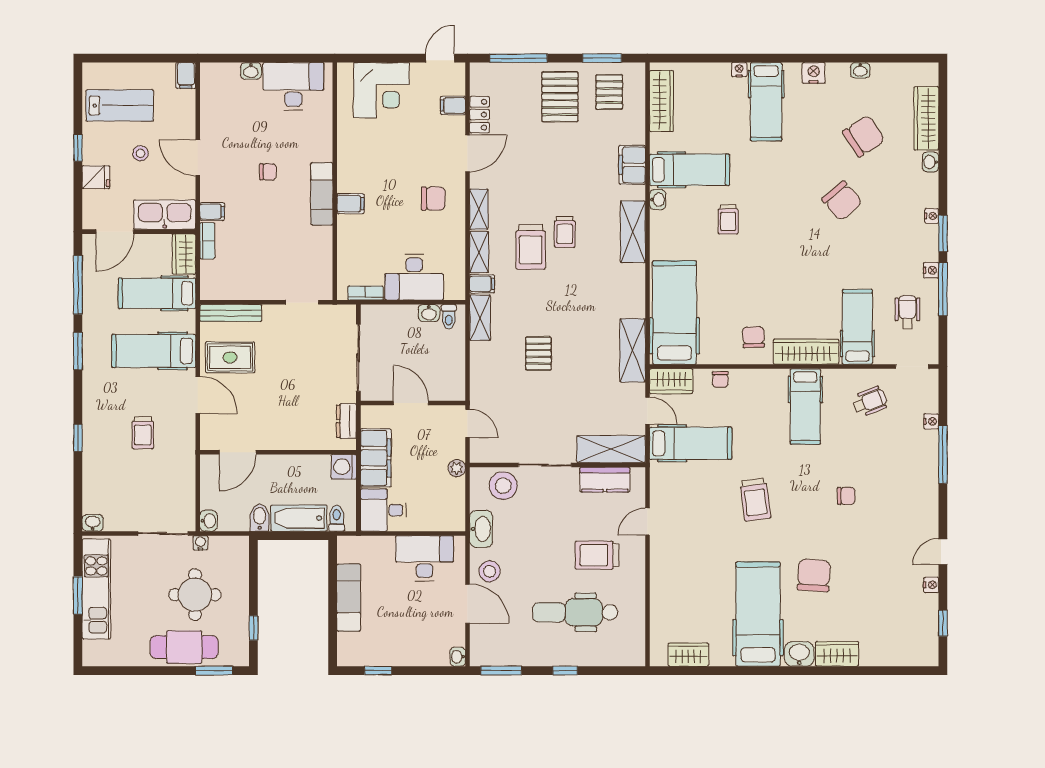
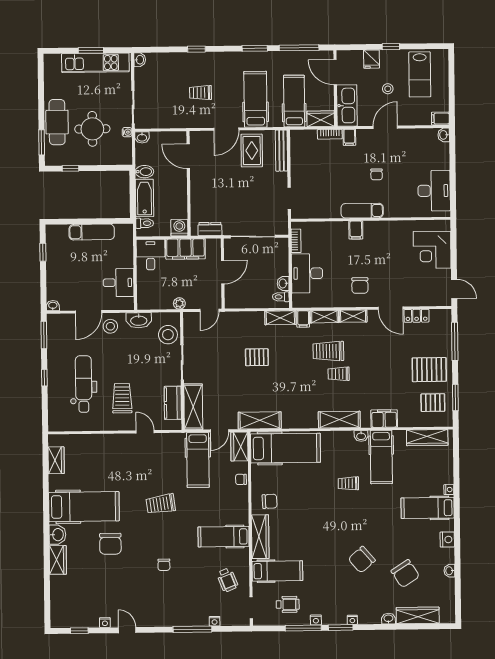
washbasin: (251, 71) -> (444, 135), moved
filing cabinet: (453, 105) -> (422, 298), removed
desk: (425, 558) -> (119, 283), width x0.73
chair: (814, 575) -> (110, 544), turned 86

